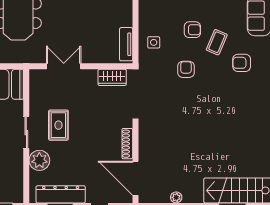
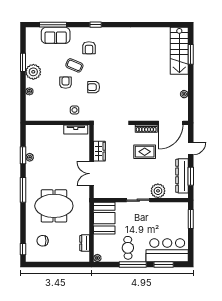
wardrobe: (112, 77) -> (99, 151), moved
rug: (58, 125) -> (145, 152), moved

